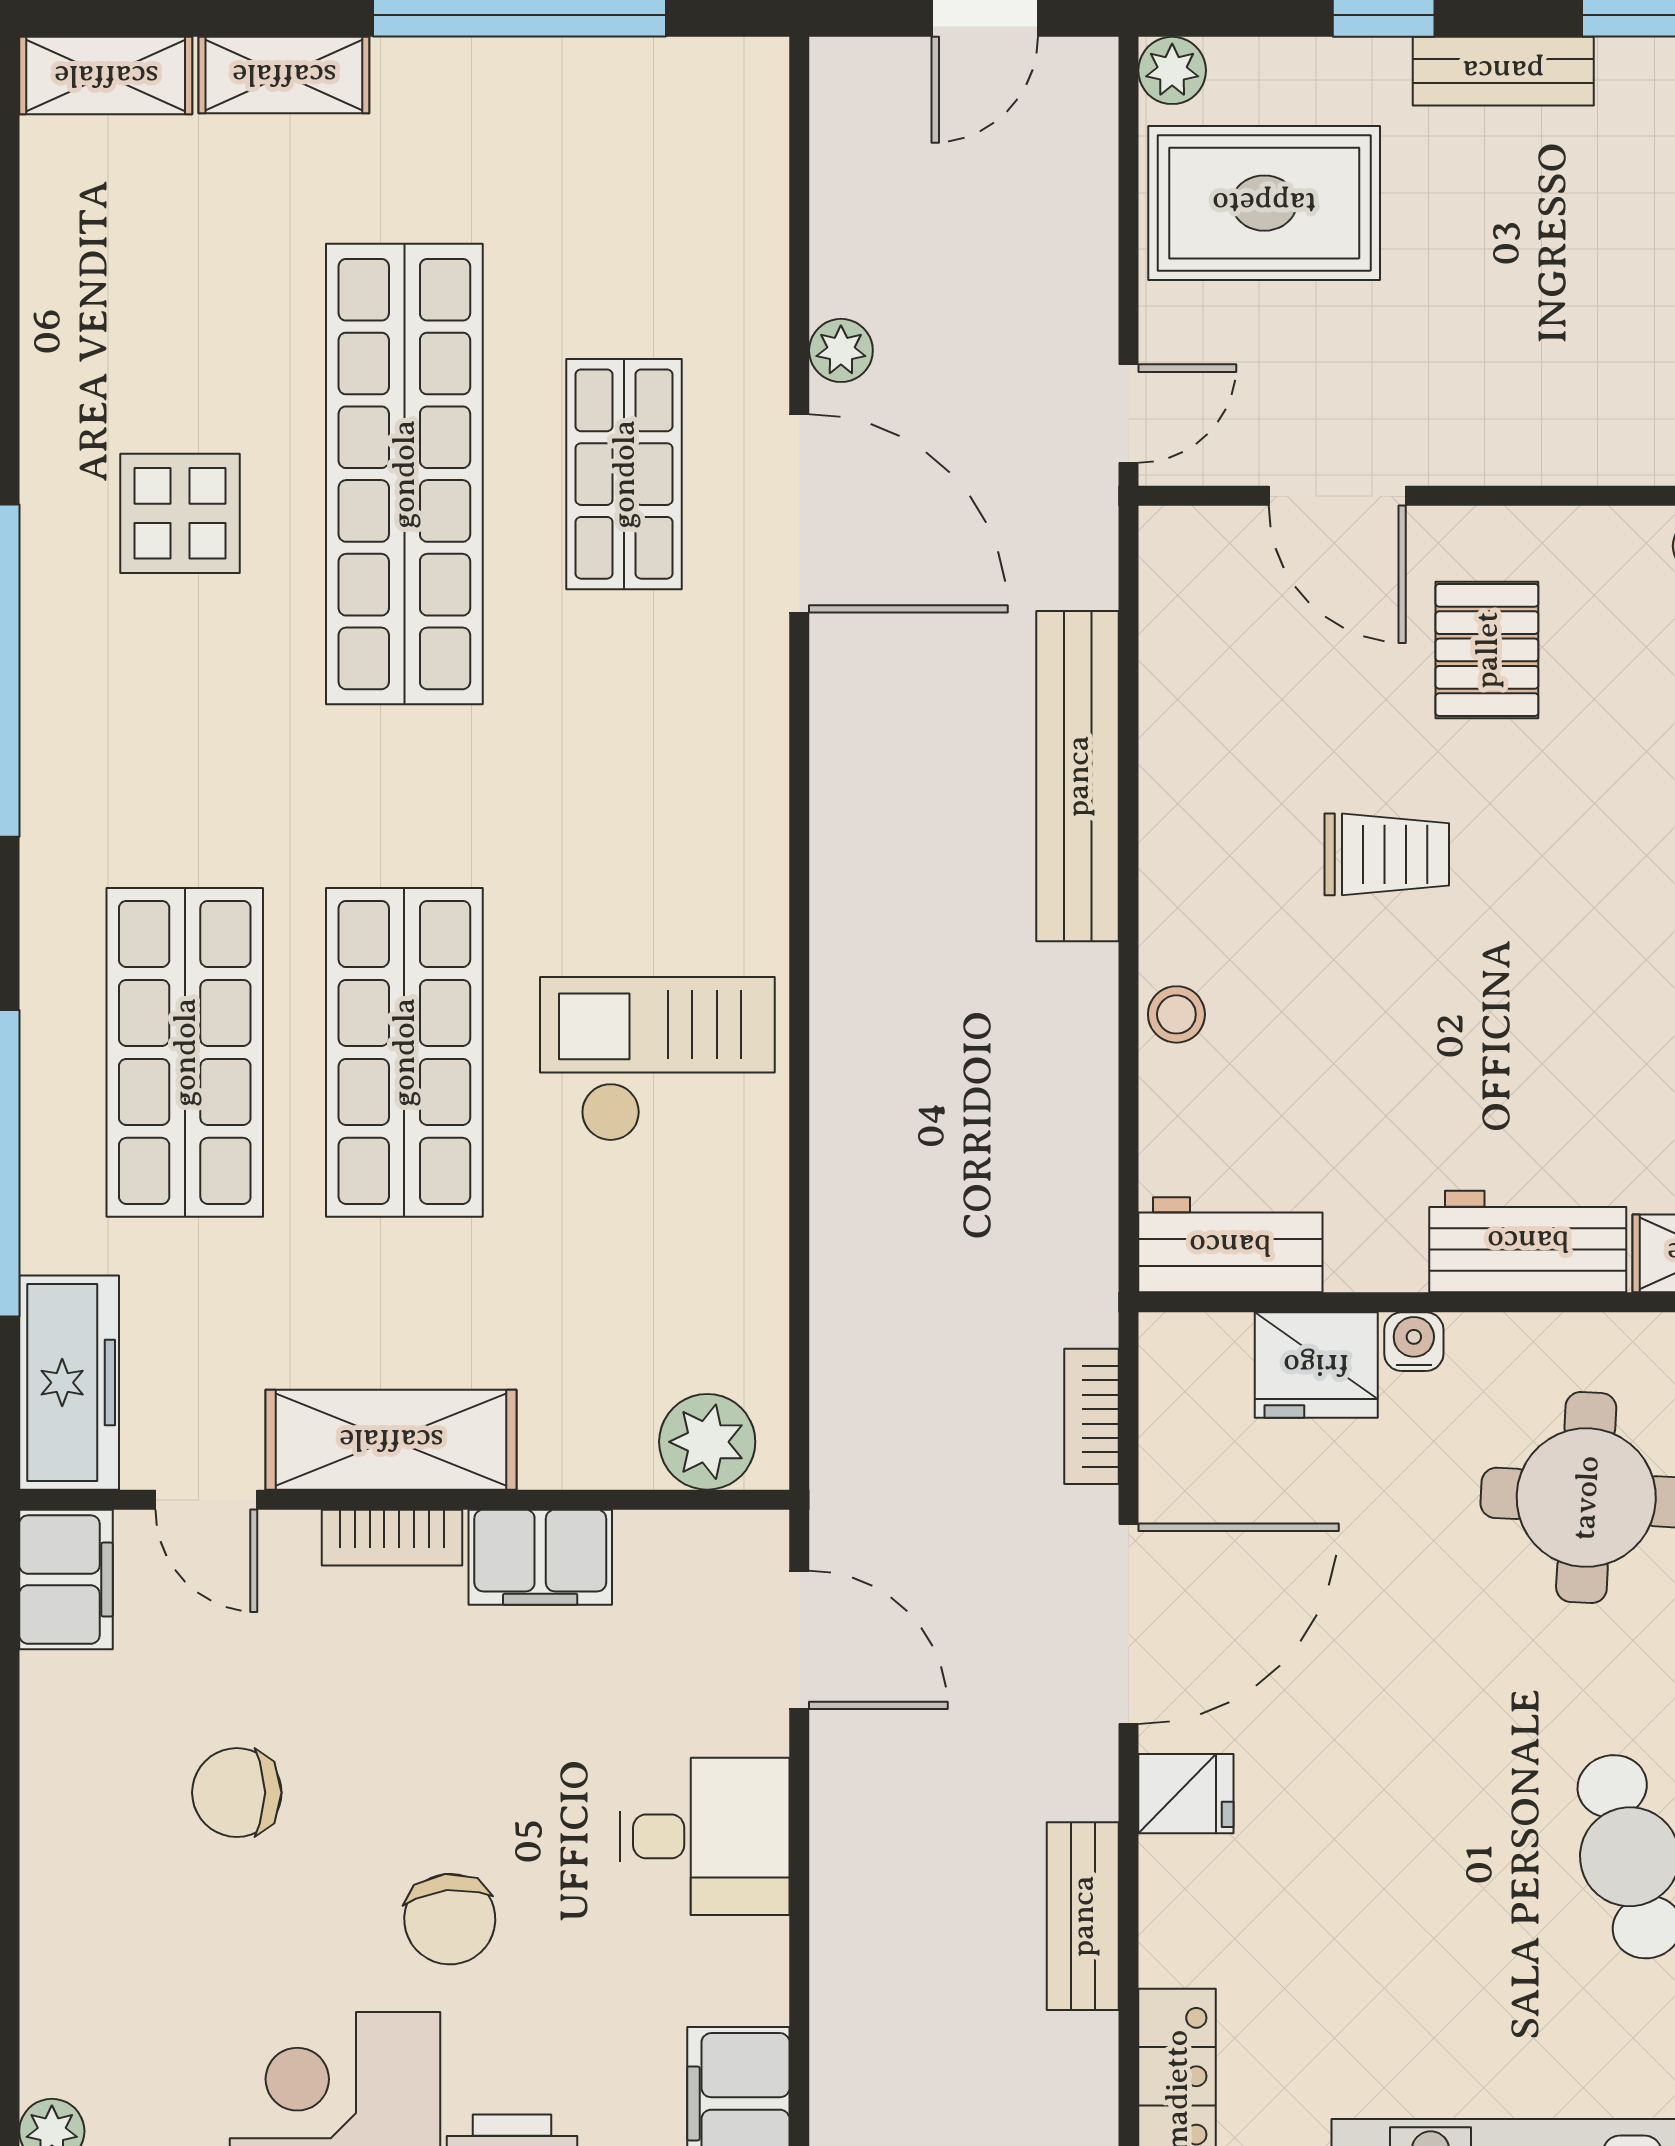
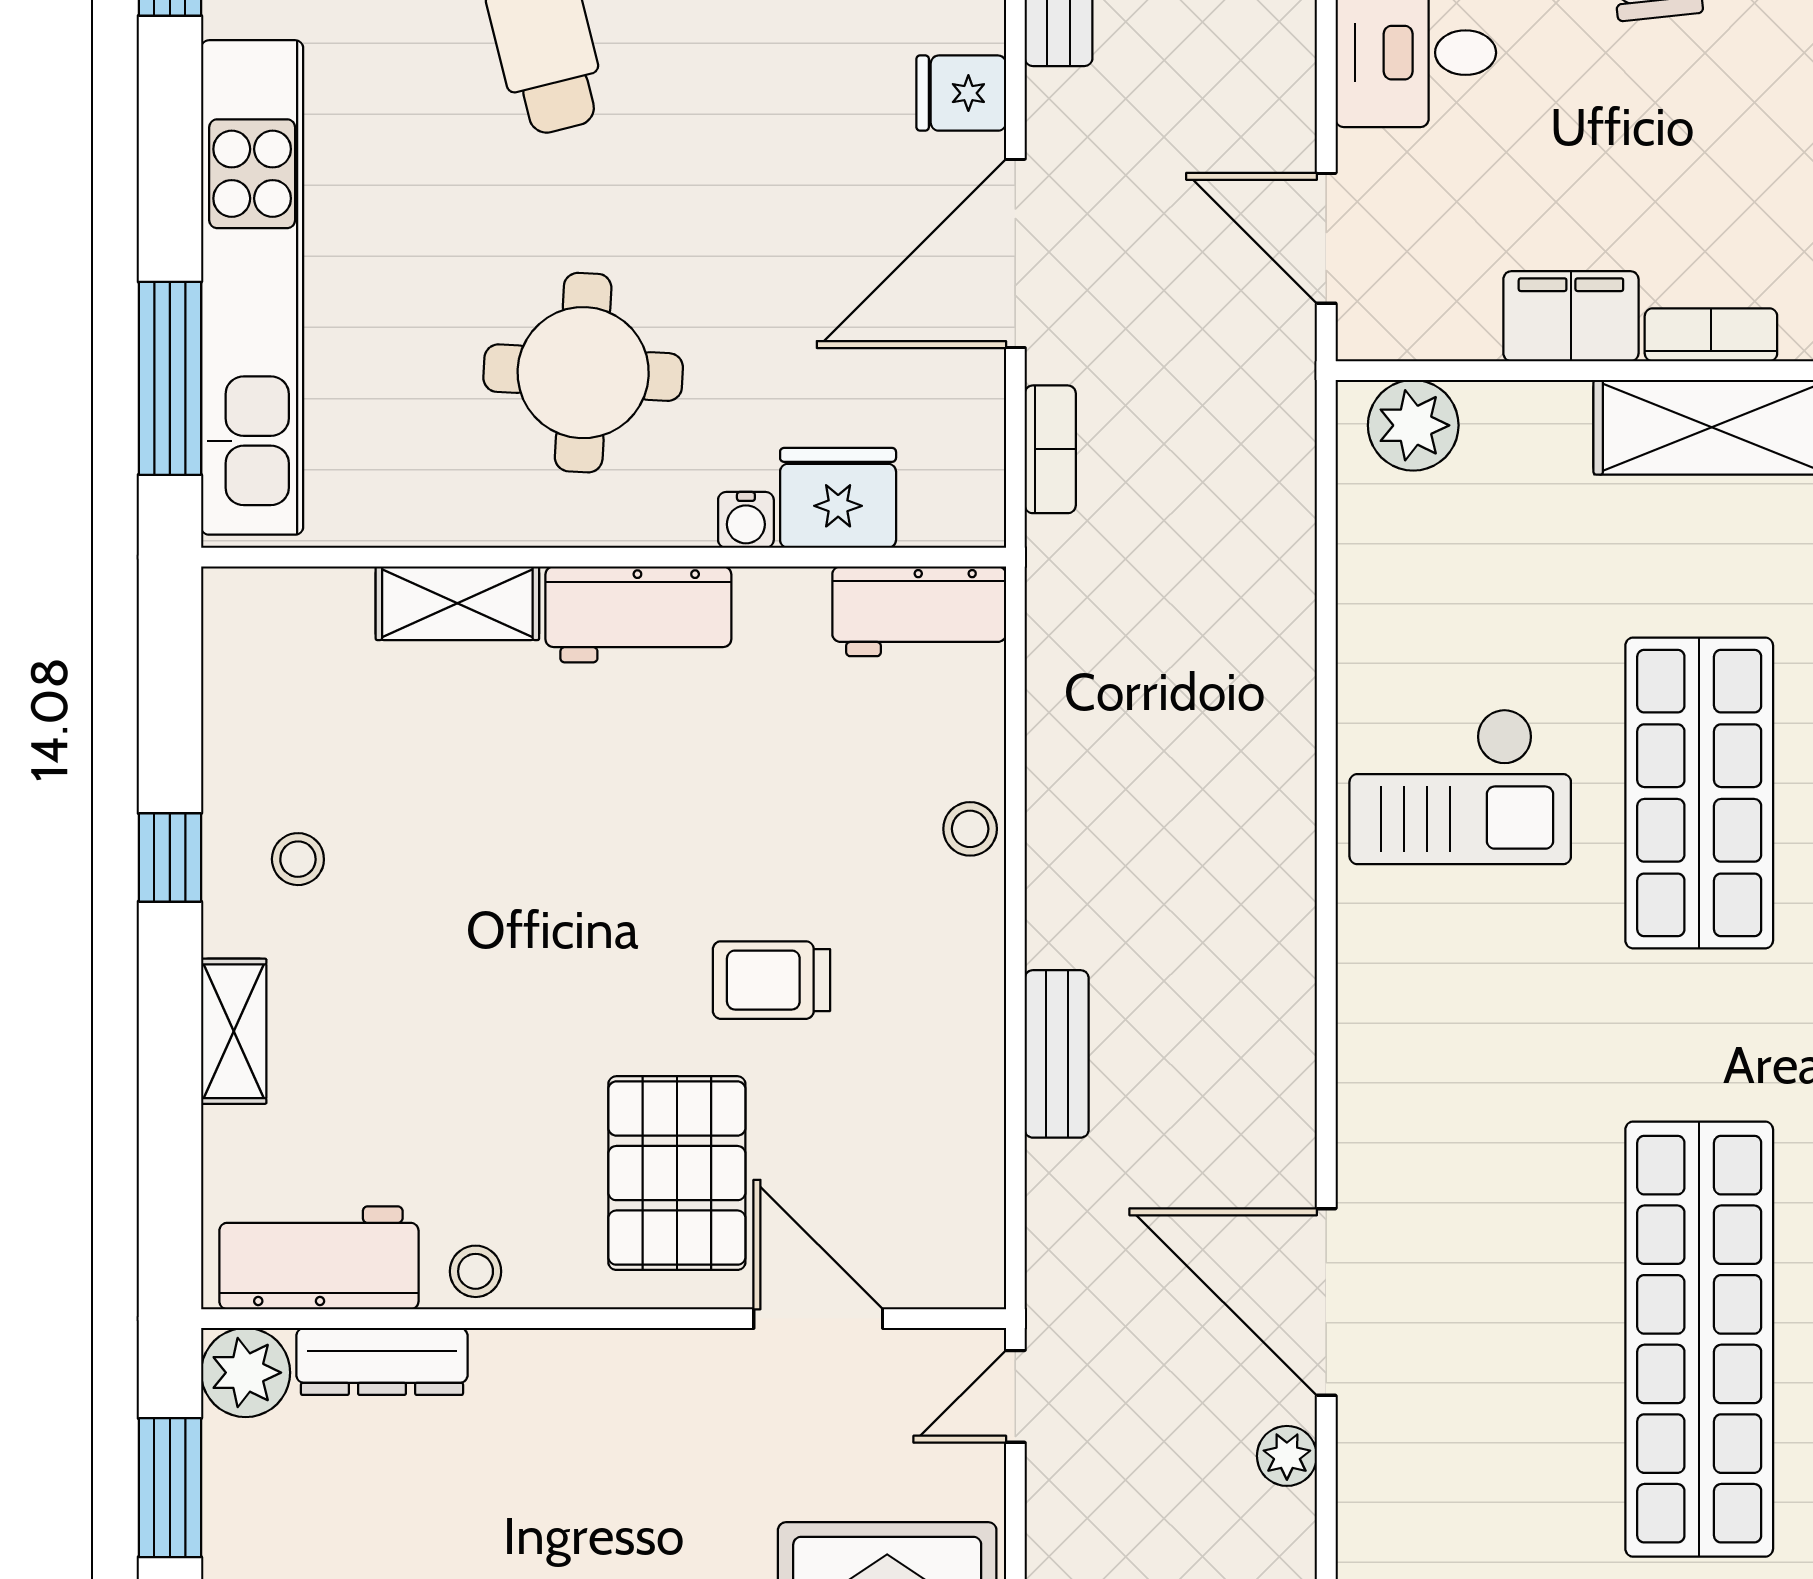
shop shelf: (624, 474) -> (1492, 1339), removed
pallet: (1487, 650) -> (677, 1173), width x1.50, depth x1.42
bench: (1078, 776) -> (1057, 1054), width x0.54, depth x0.82

